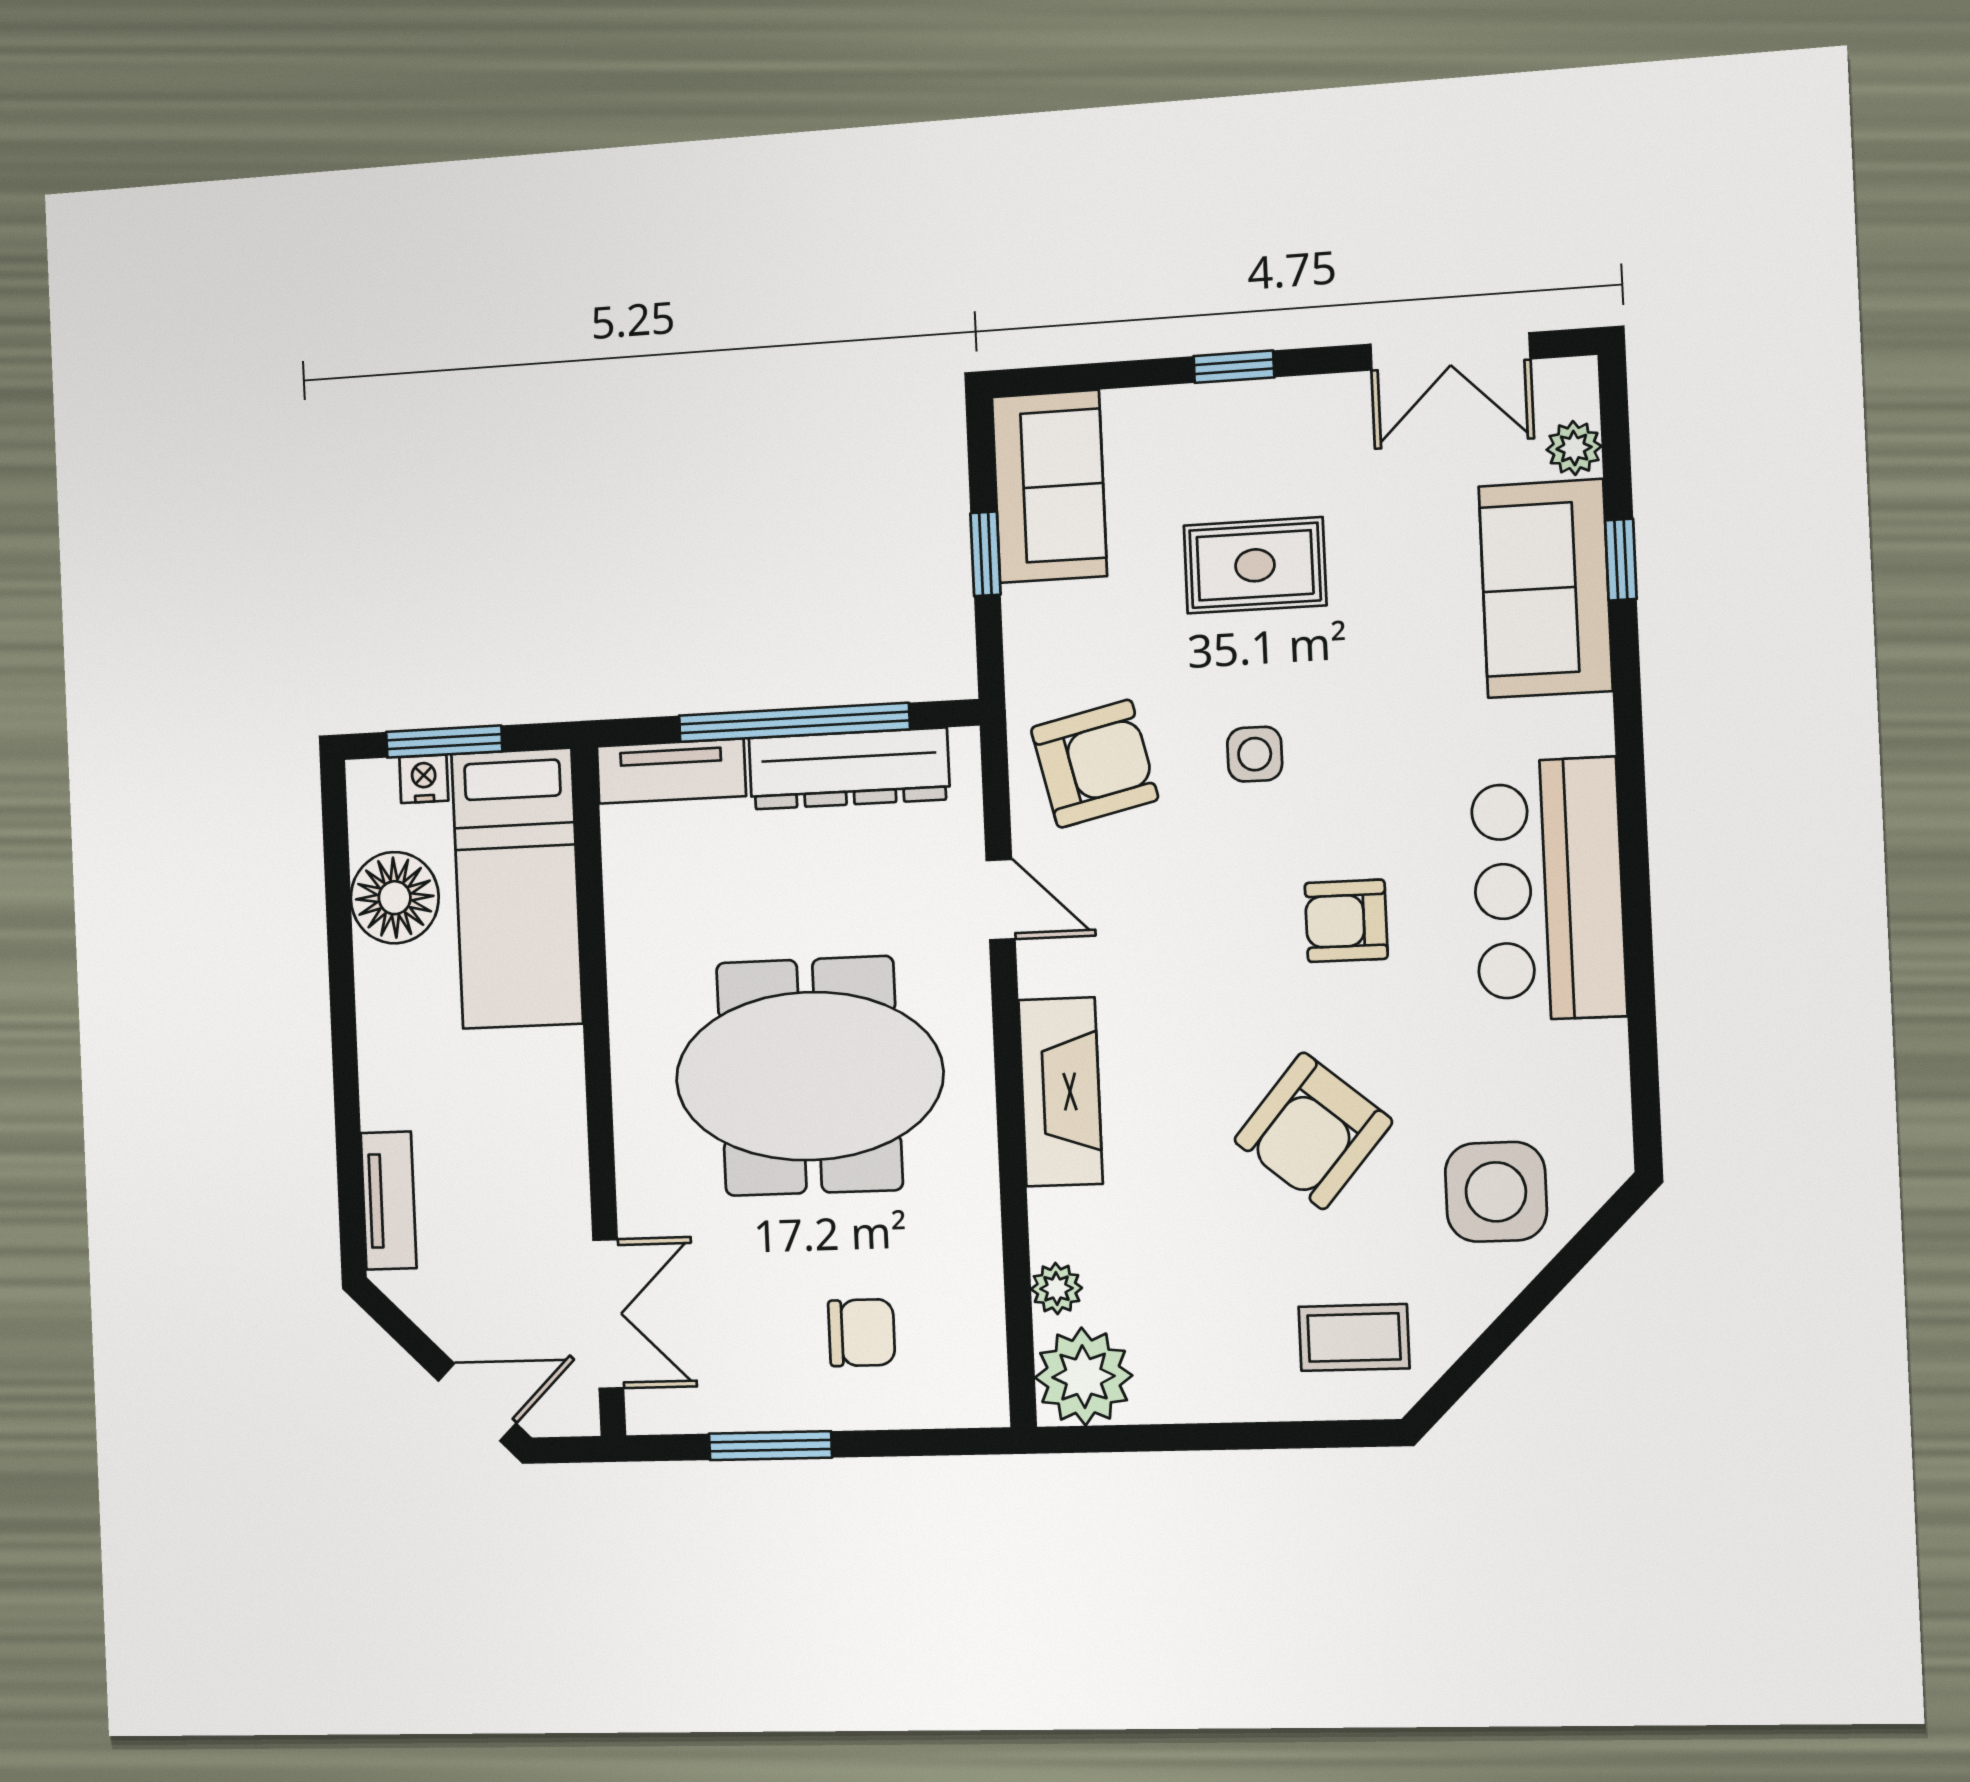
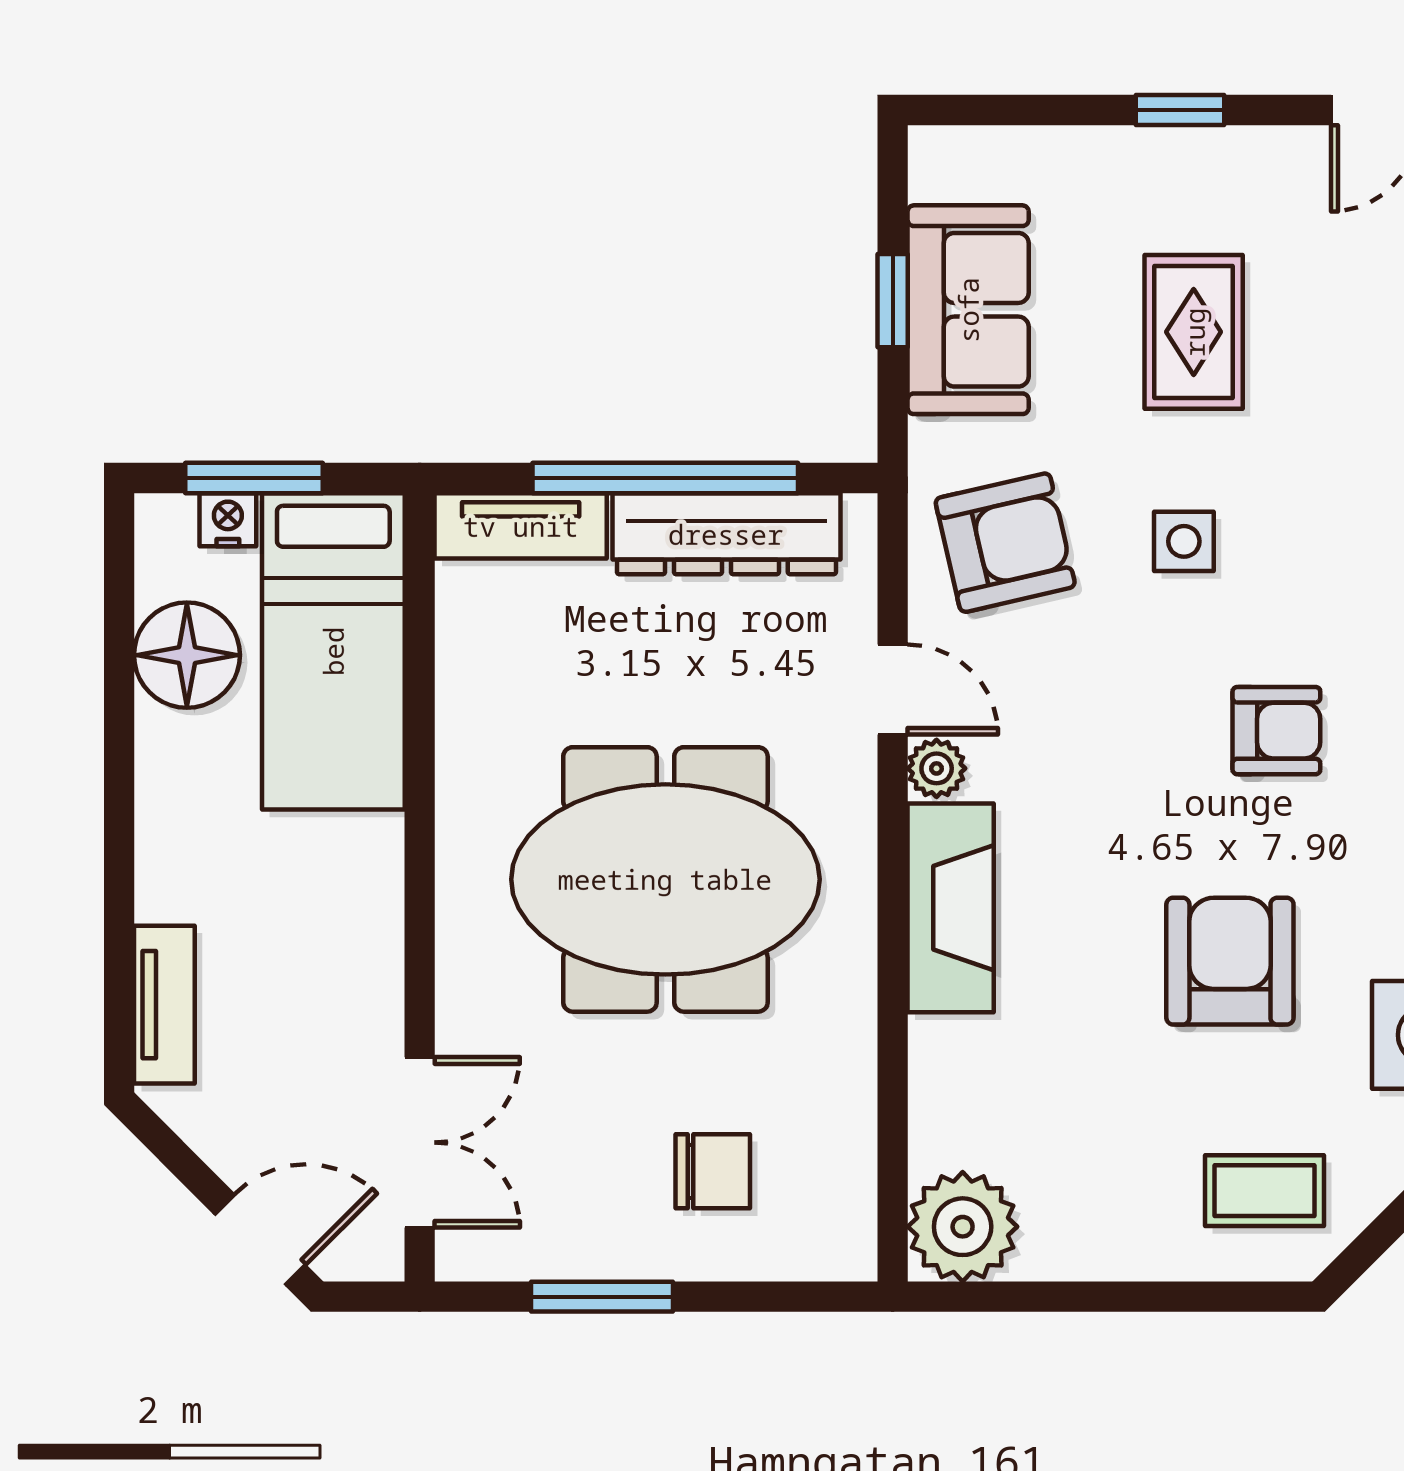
sofa: (1049, 486) -> (968, 310), moved
rug: (1255, 565) -> (1194, 332), turned 90
armchair: (1346, 921) -> (1276, 731), turned 180
armchair: (1313, 1131) -> (1230, 961), turned 140
plant: (1056, 1288) -> (937, 768), moved

